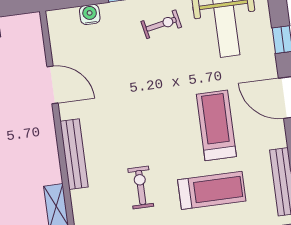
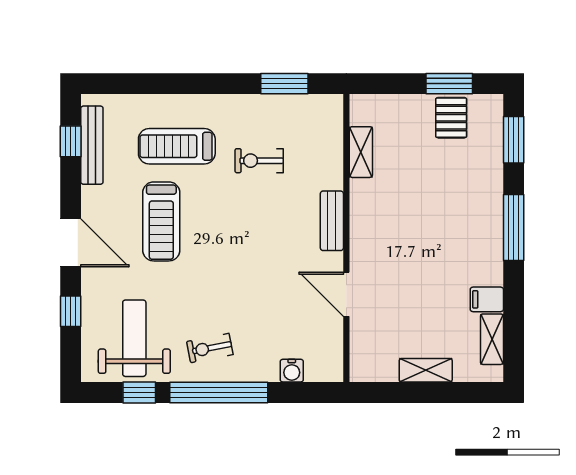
bench: (74, 154) -> (332, 221), width x0.73
exercise bike: (141, 187) -> (259, 161), turned 90

